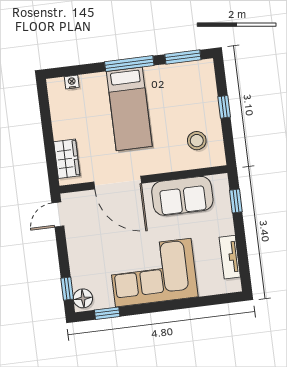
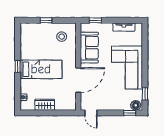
window: (183, 57) -> (18, 38), removed
window: (129, 64) -> (18, 66), width x0.46
wardrobe: (67, 159) -> (45, 105), moved

